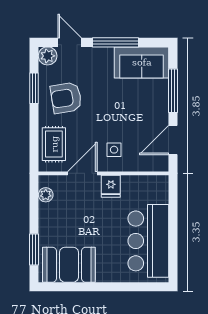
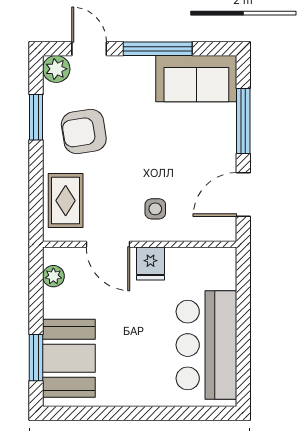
door: (82, 173) -> (108, 244), swing flipped
booth: (69, 265) -> (69, 358), moved, turned 90

